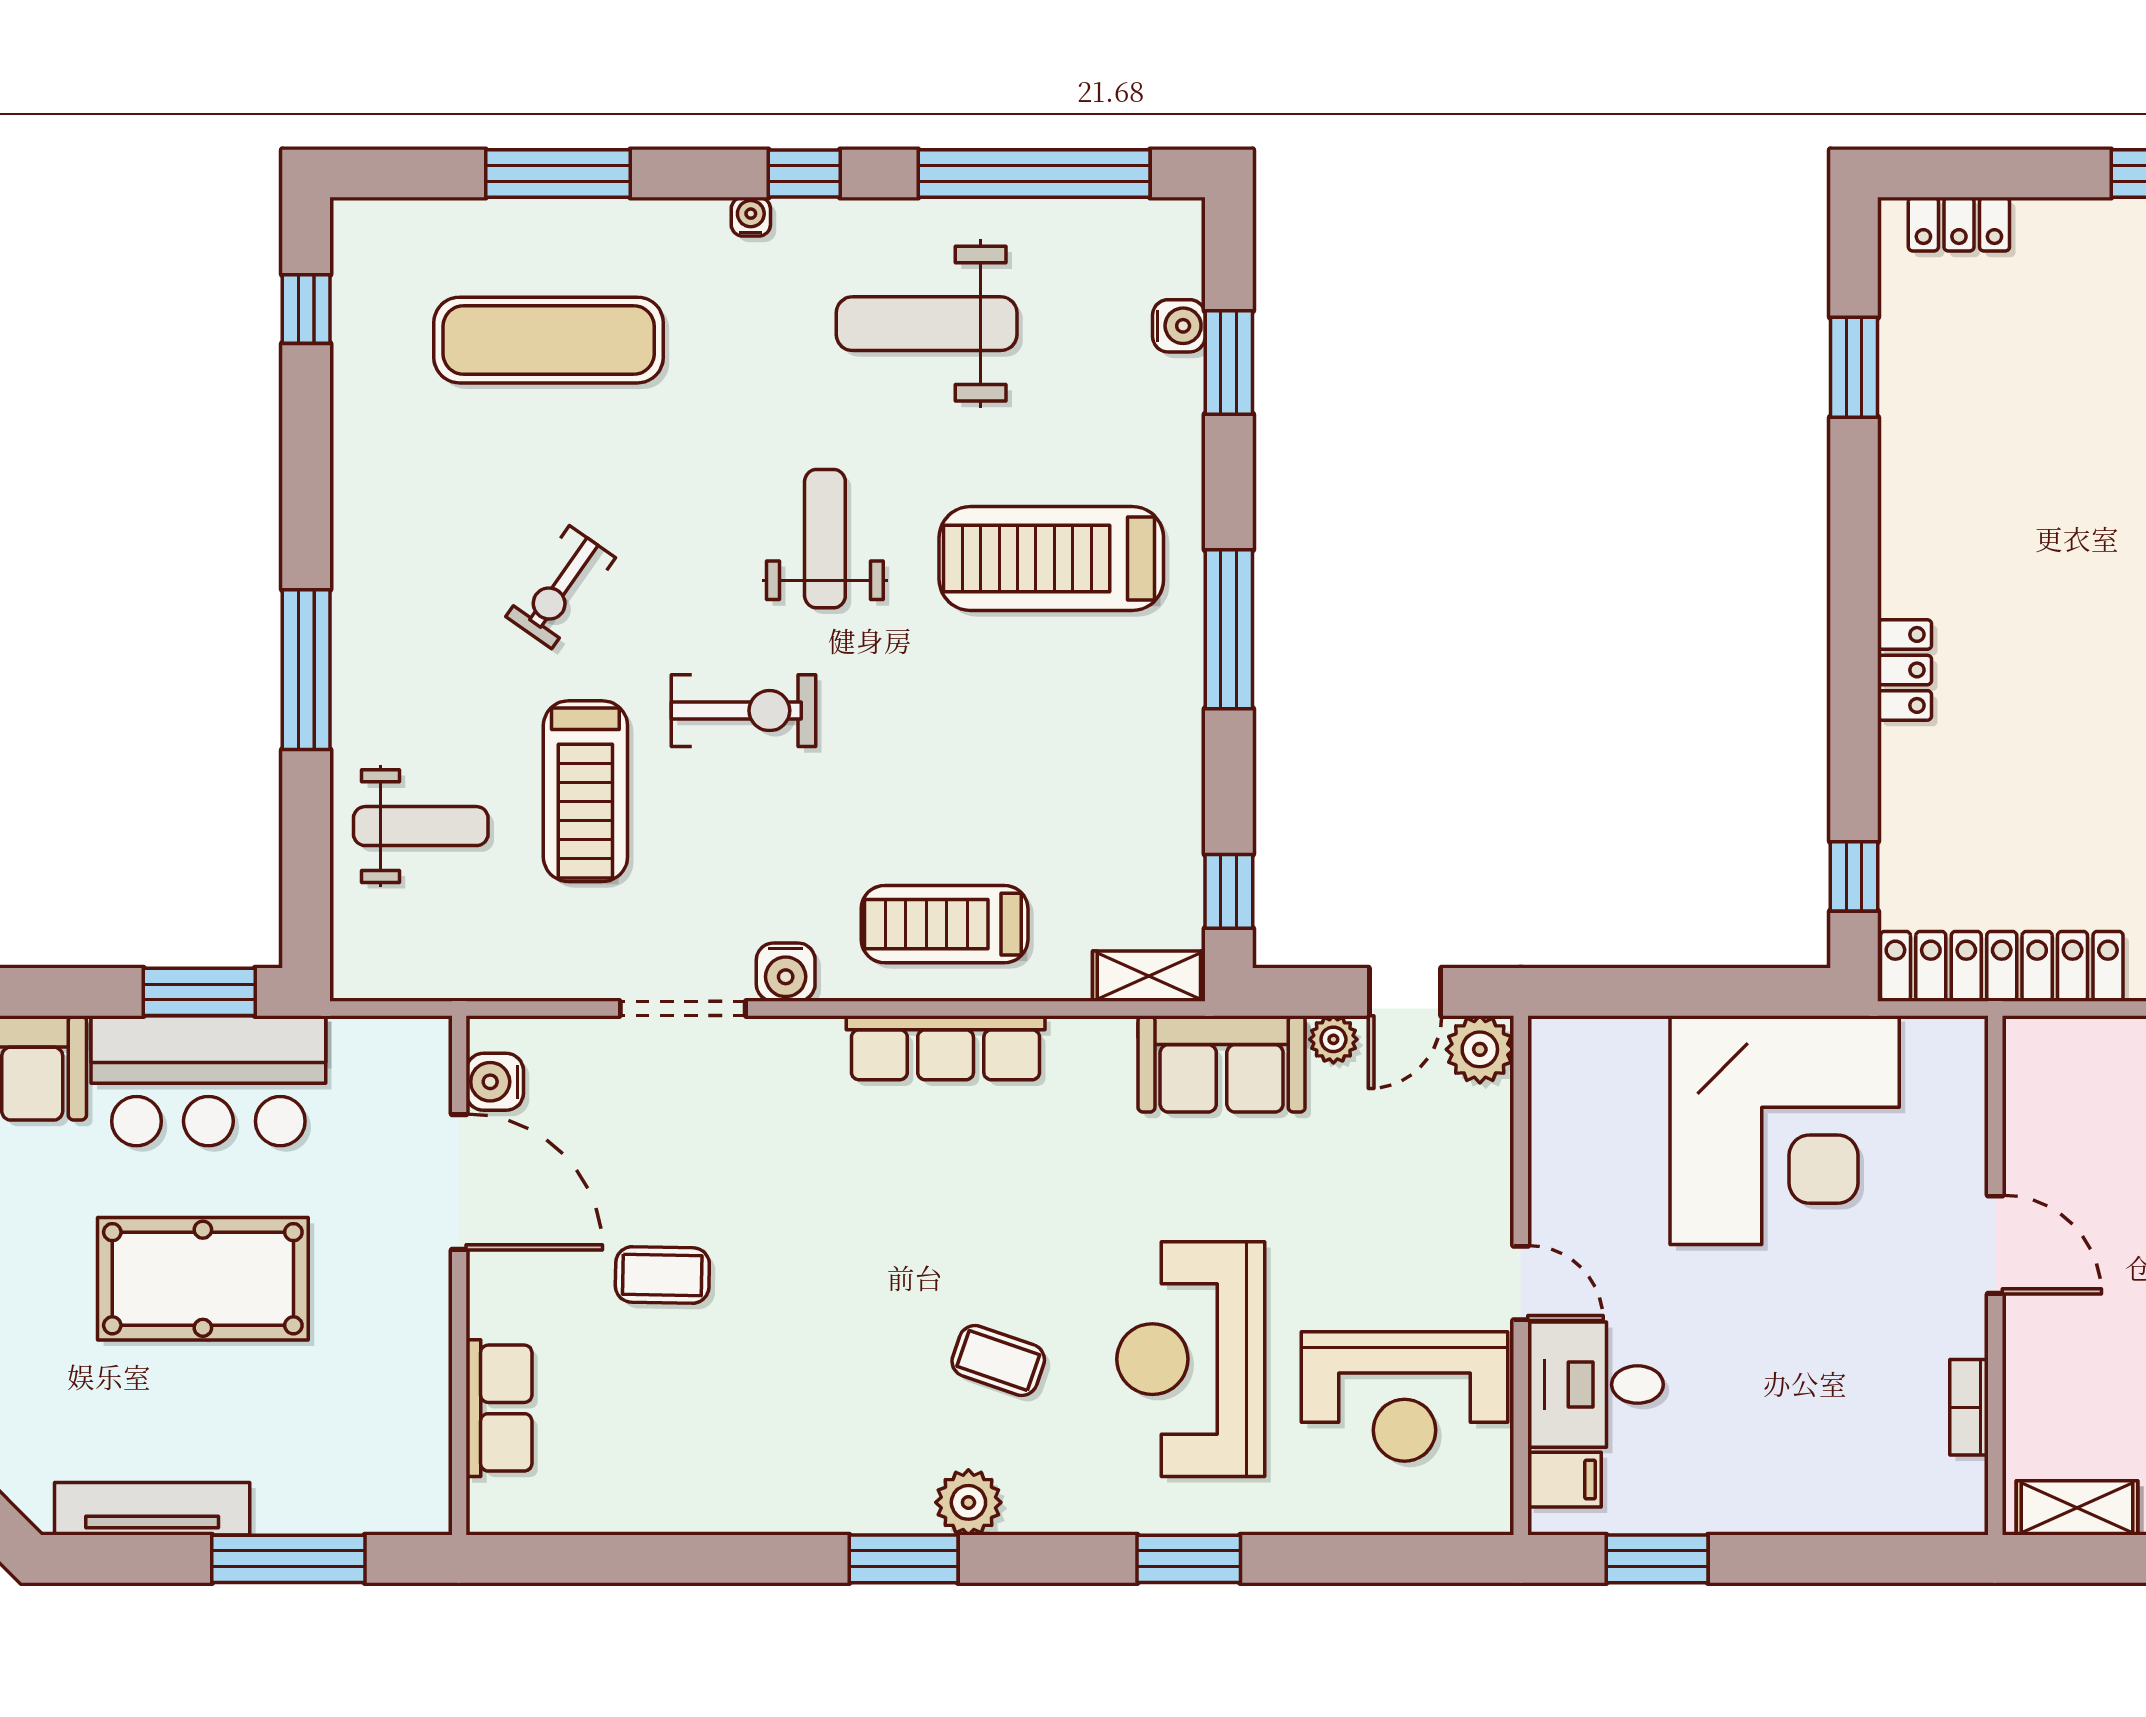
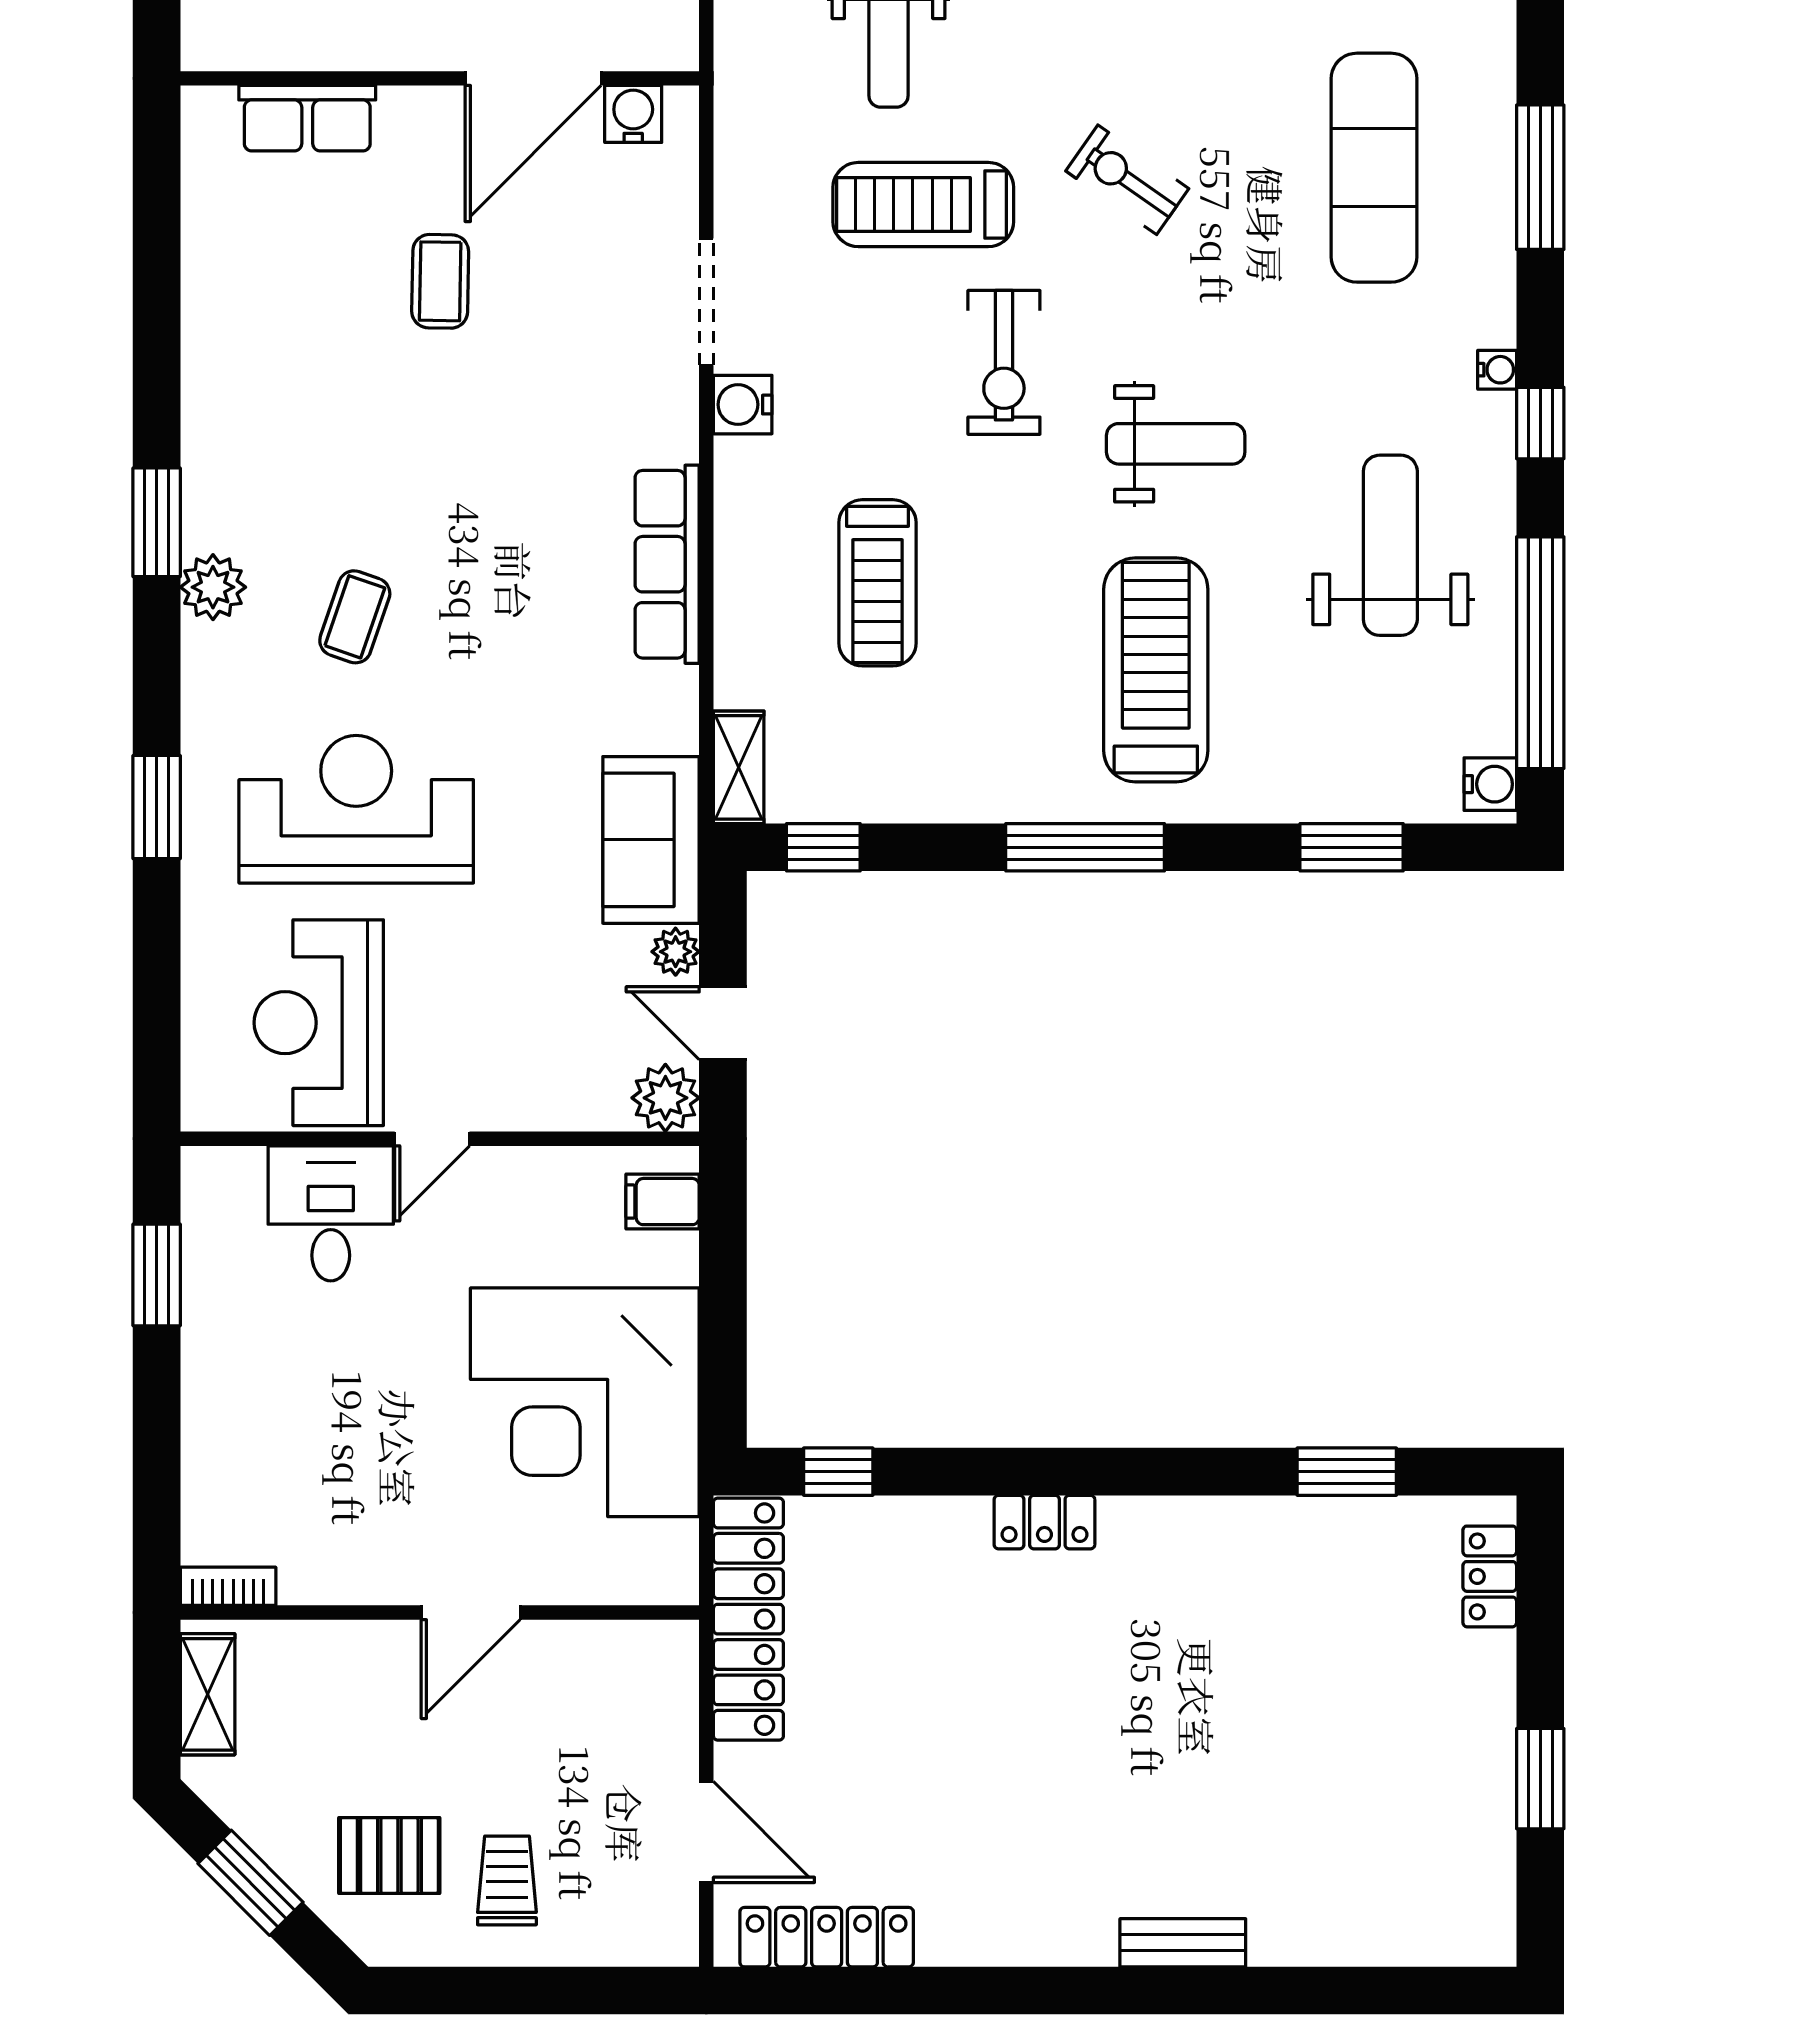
water cooler: (1179, 326) -> (1490, 784), moved, turned -90
treadmill: (945, 924) -> (877, 583), moved, turned 180
bookcase: (1969, 1407) -> (228, 1586), moved
filing cabinet: (1564, 1480) -> (663, 1202), moved, turned 90

